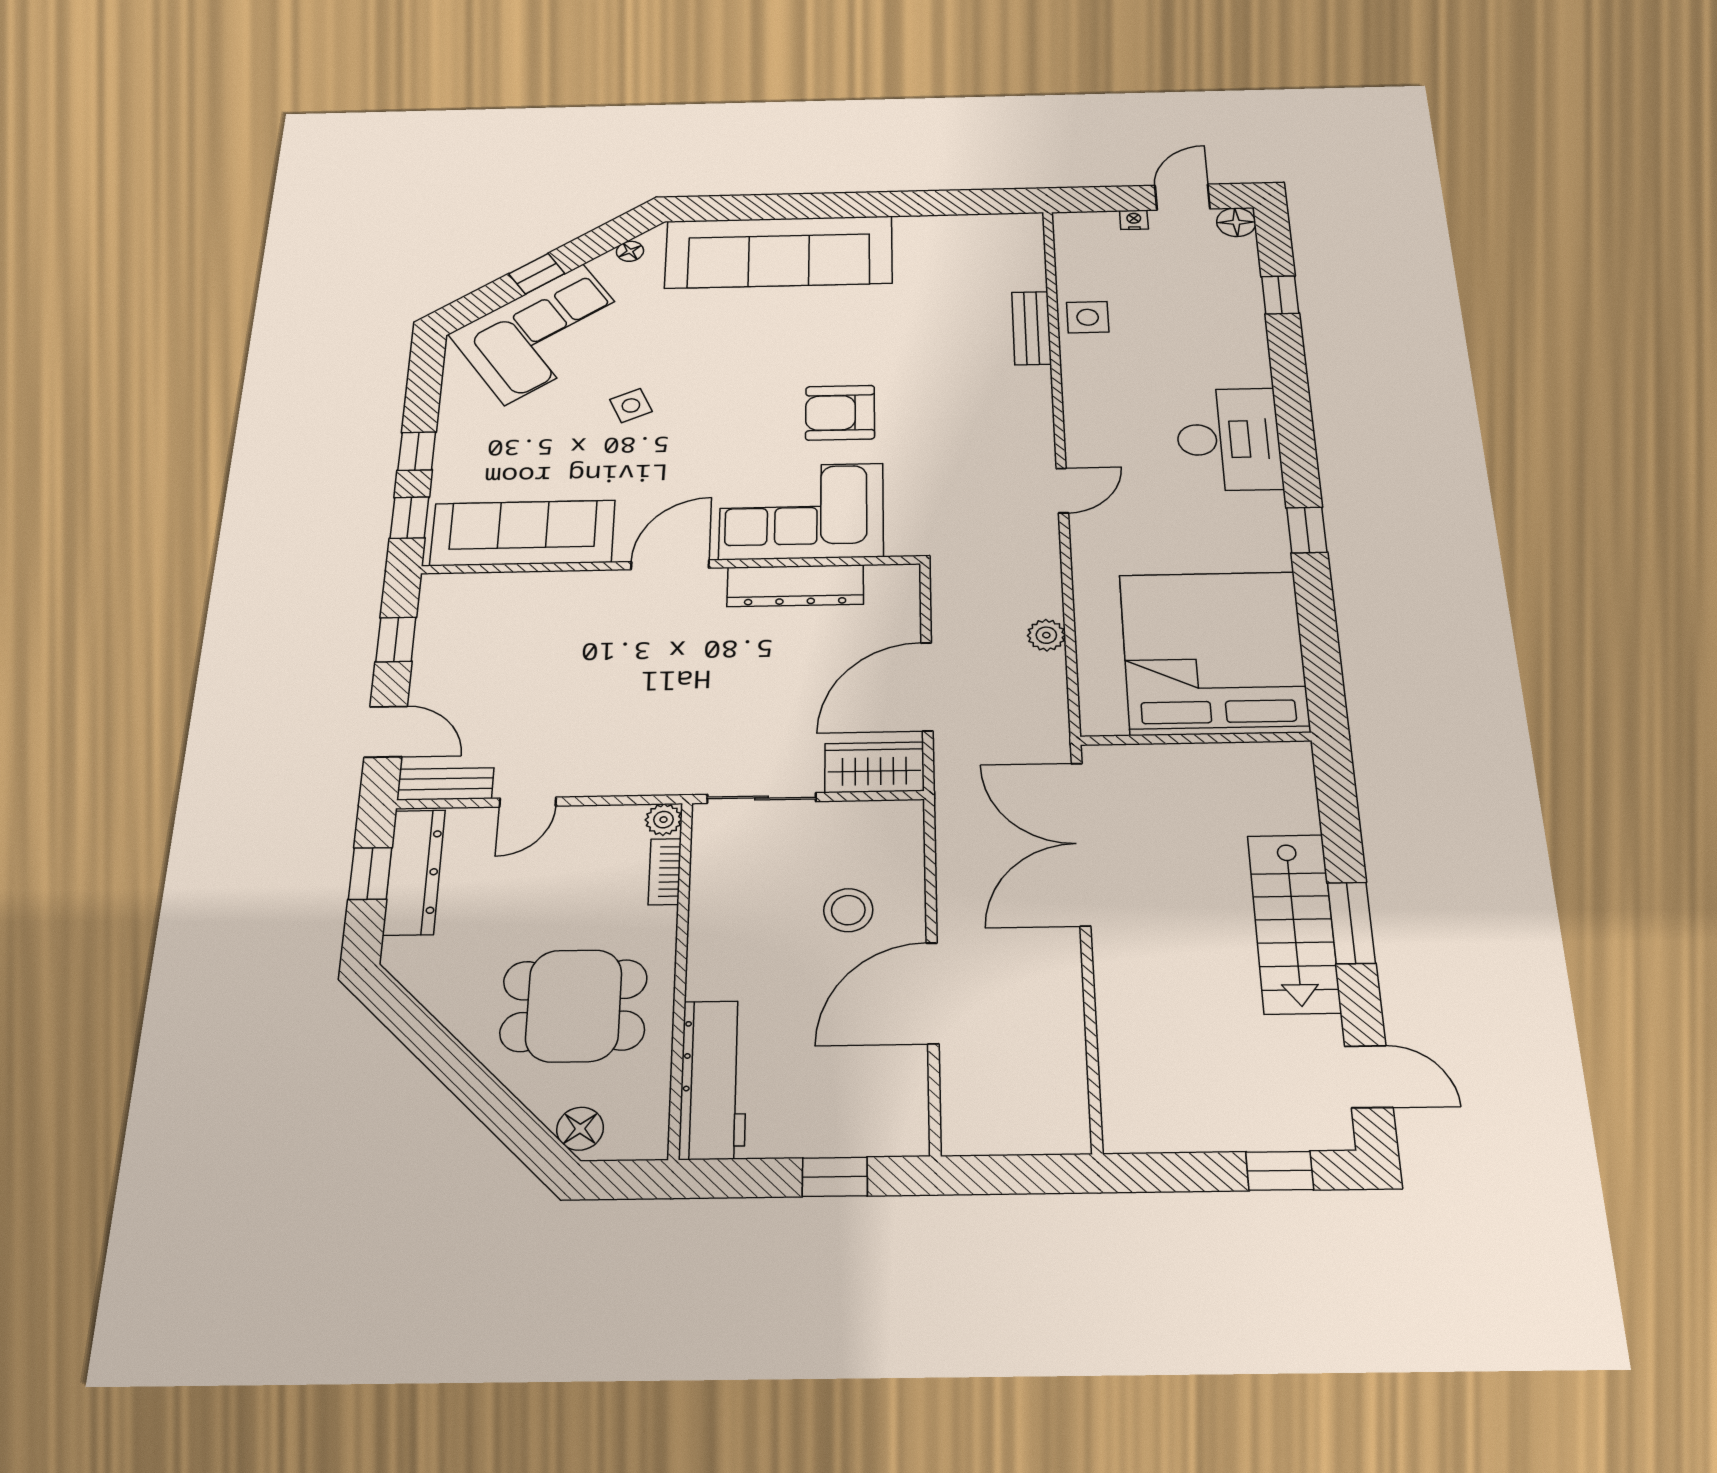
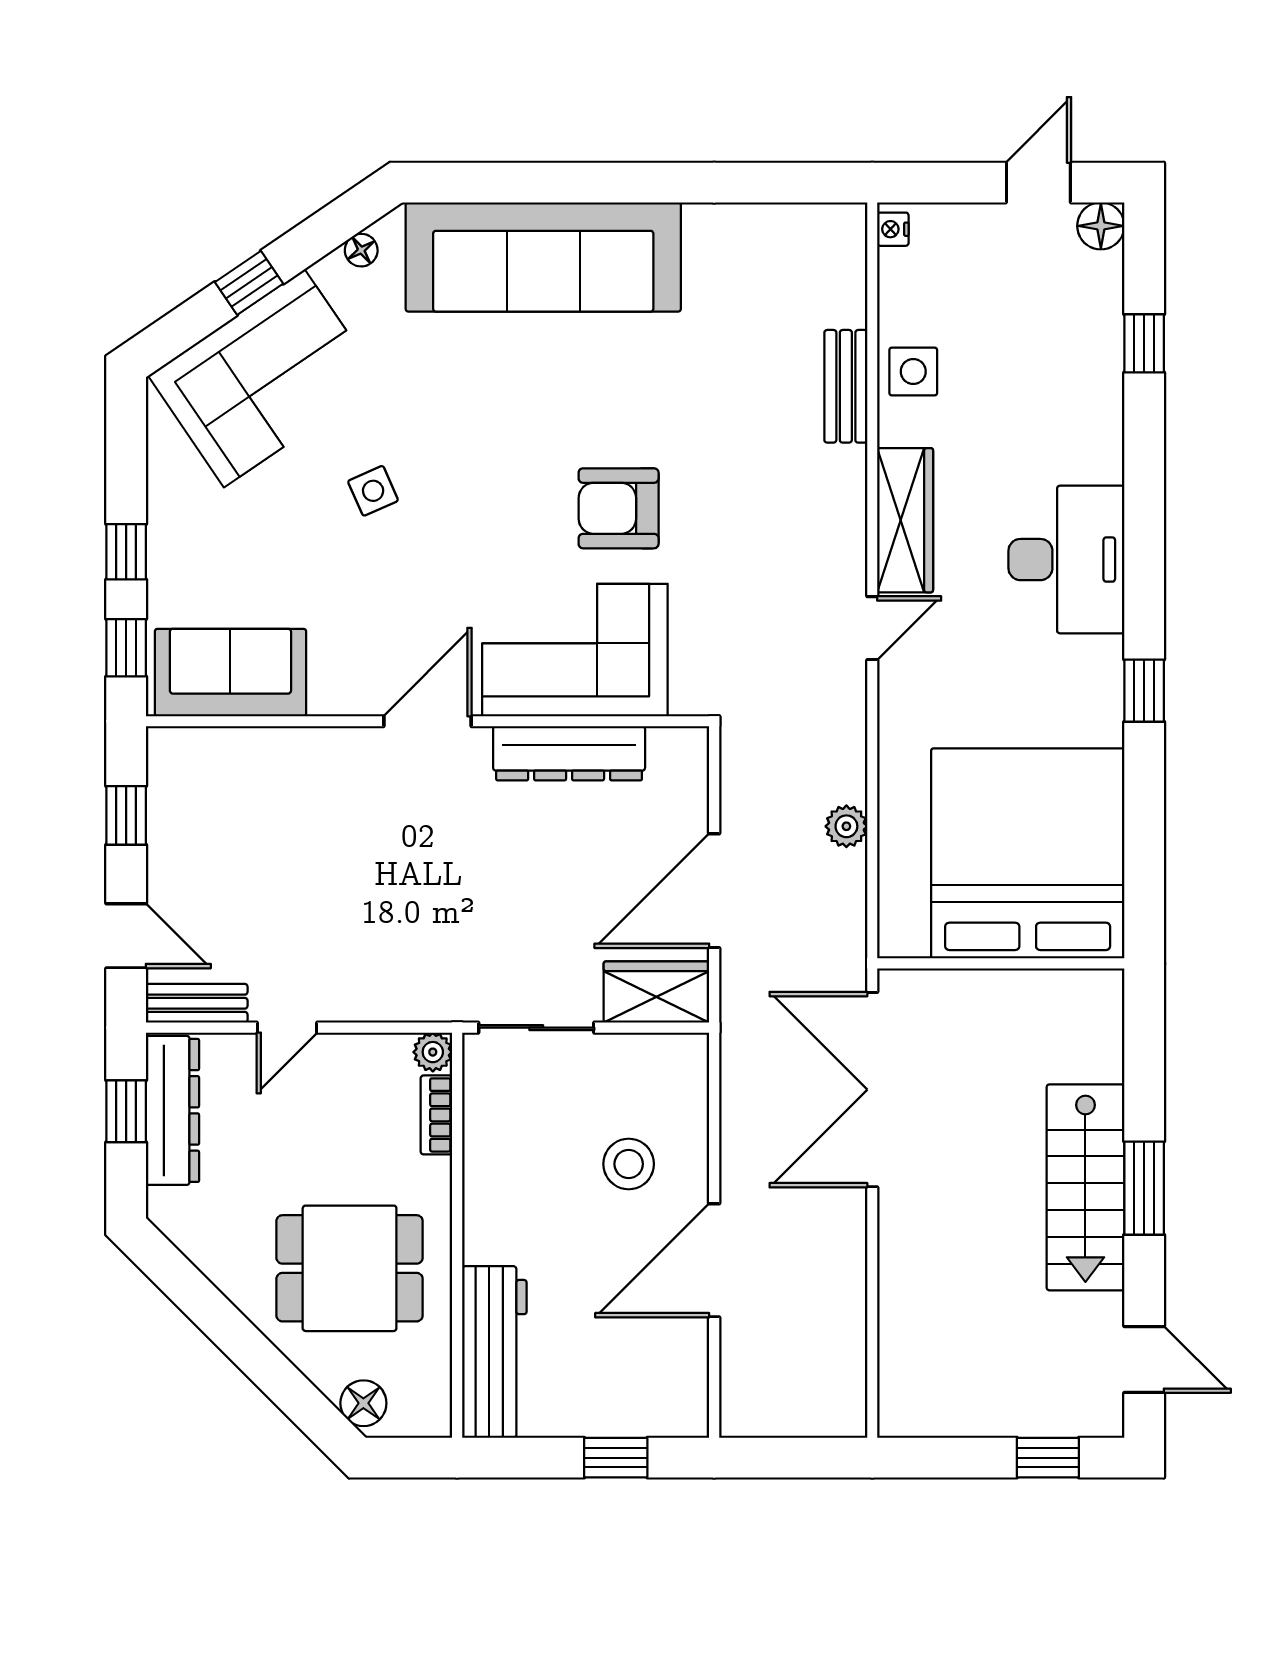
nightstand: (1134, 220) -> (893, 229), moved, turned -90
wardrobe: (1087, 415) -> (905, 520), added
sofa: (523, 533) -> (230, 673), width x0.73

